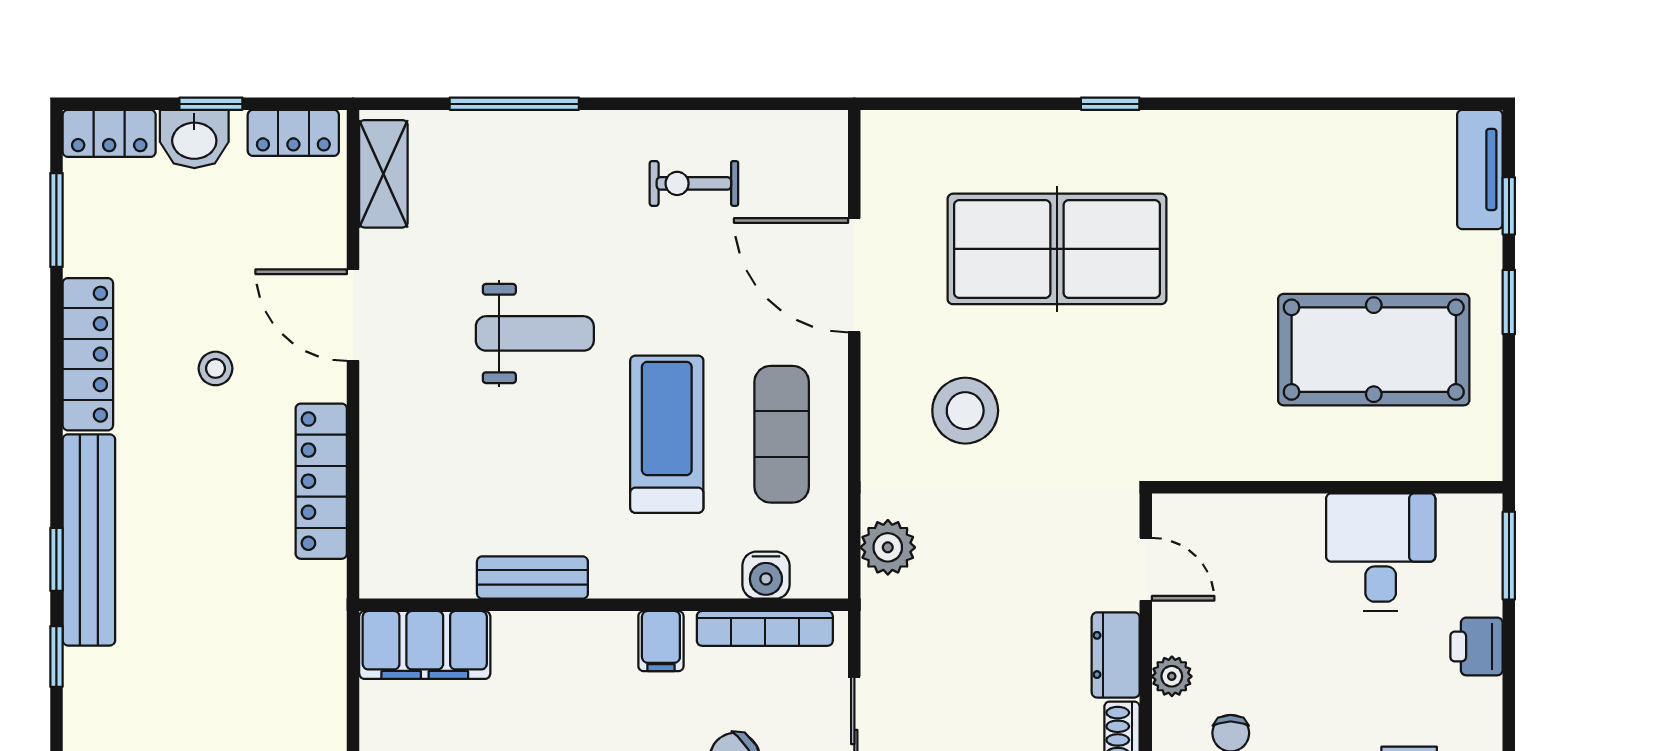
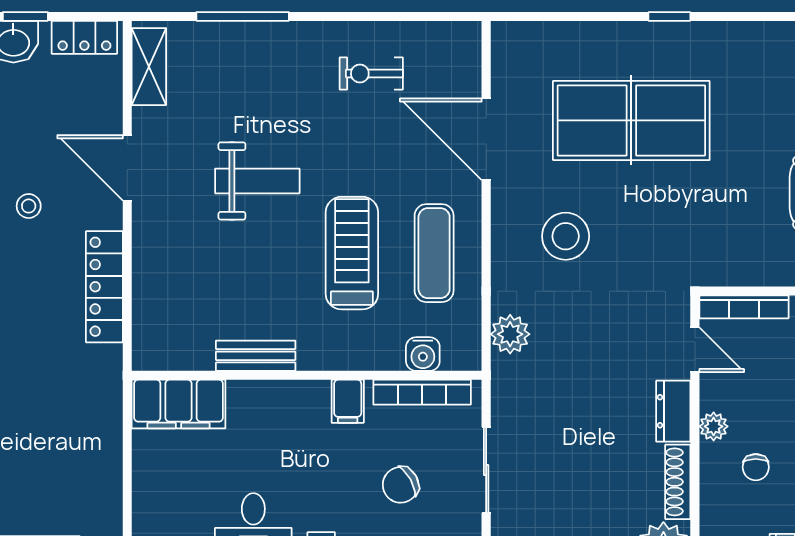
bookcase: (1214, 509) -> (744, 307), added

